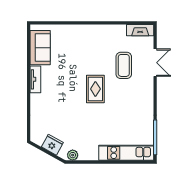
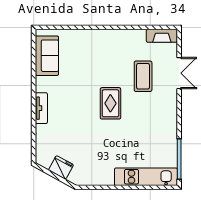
tv unit: (35, 79) -> (41, 108), moved
plant: (73, 155) -> (84, 179), removed

